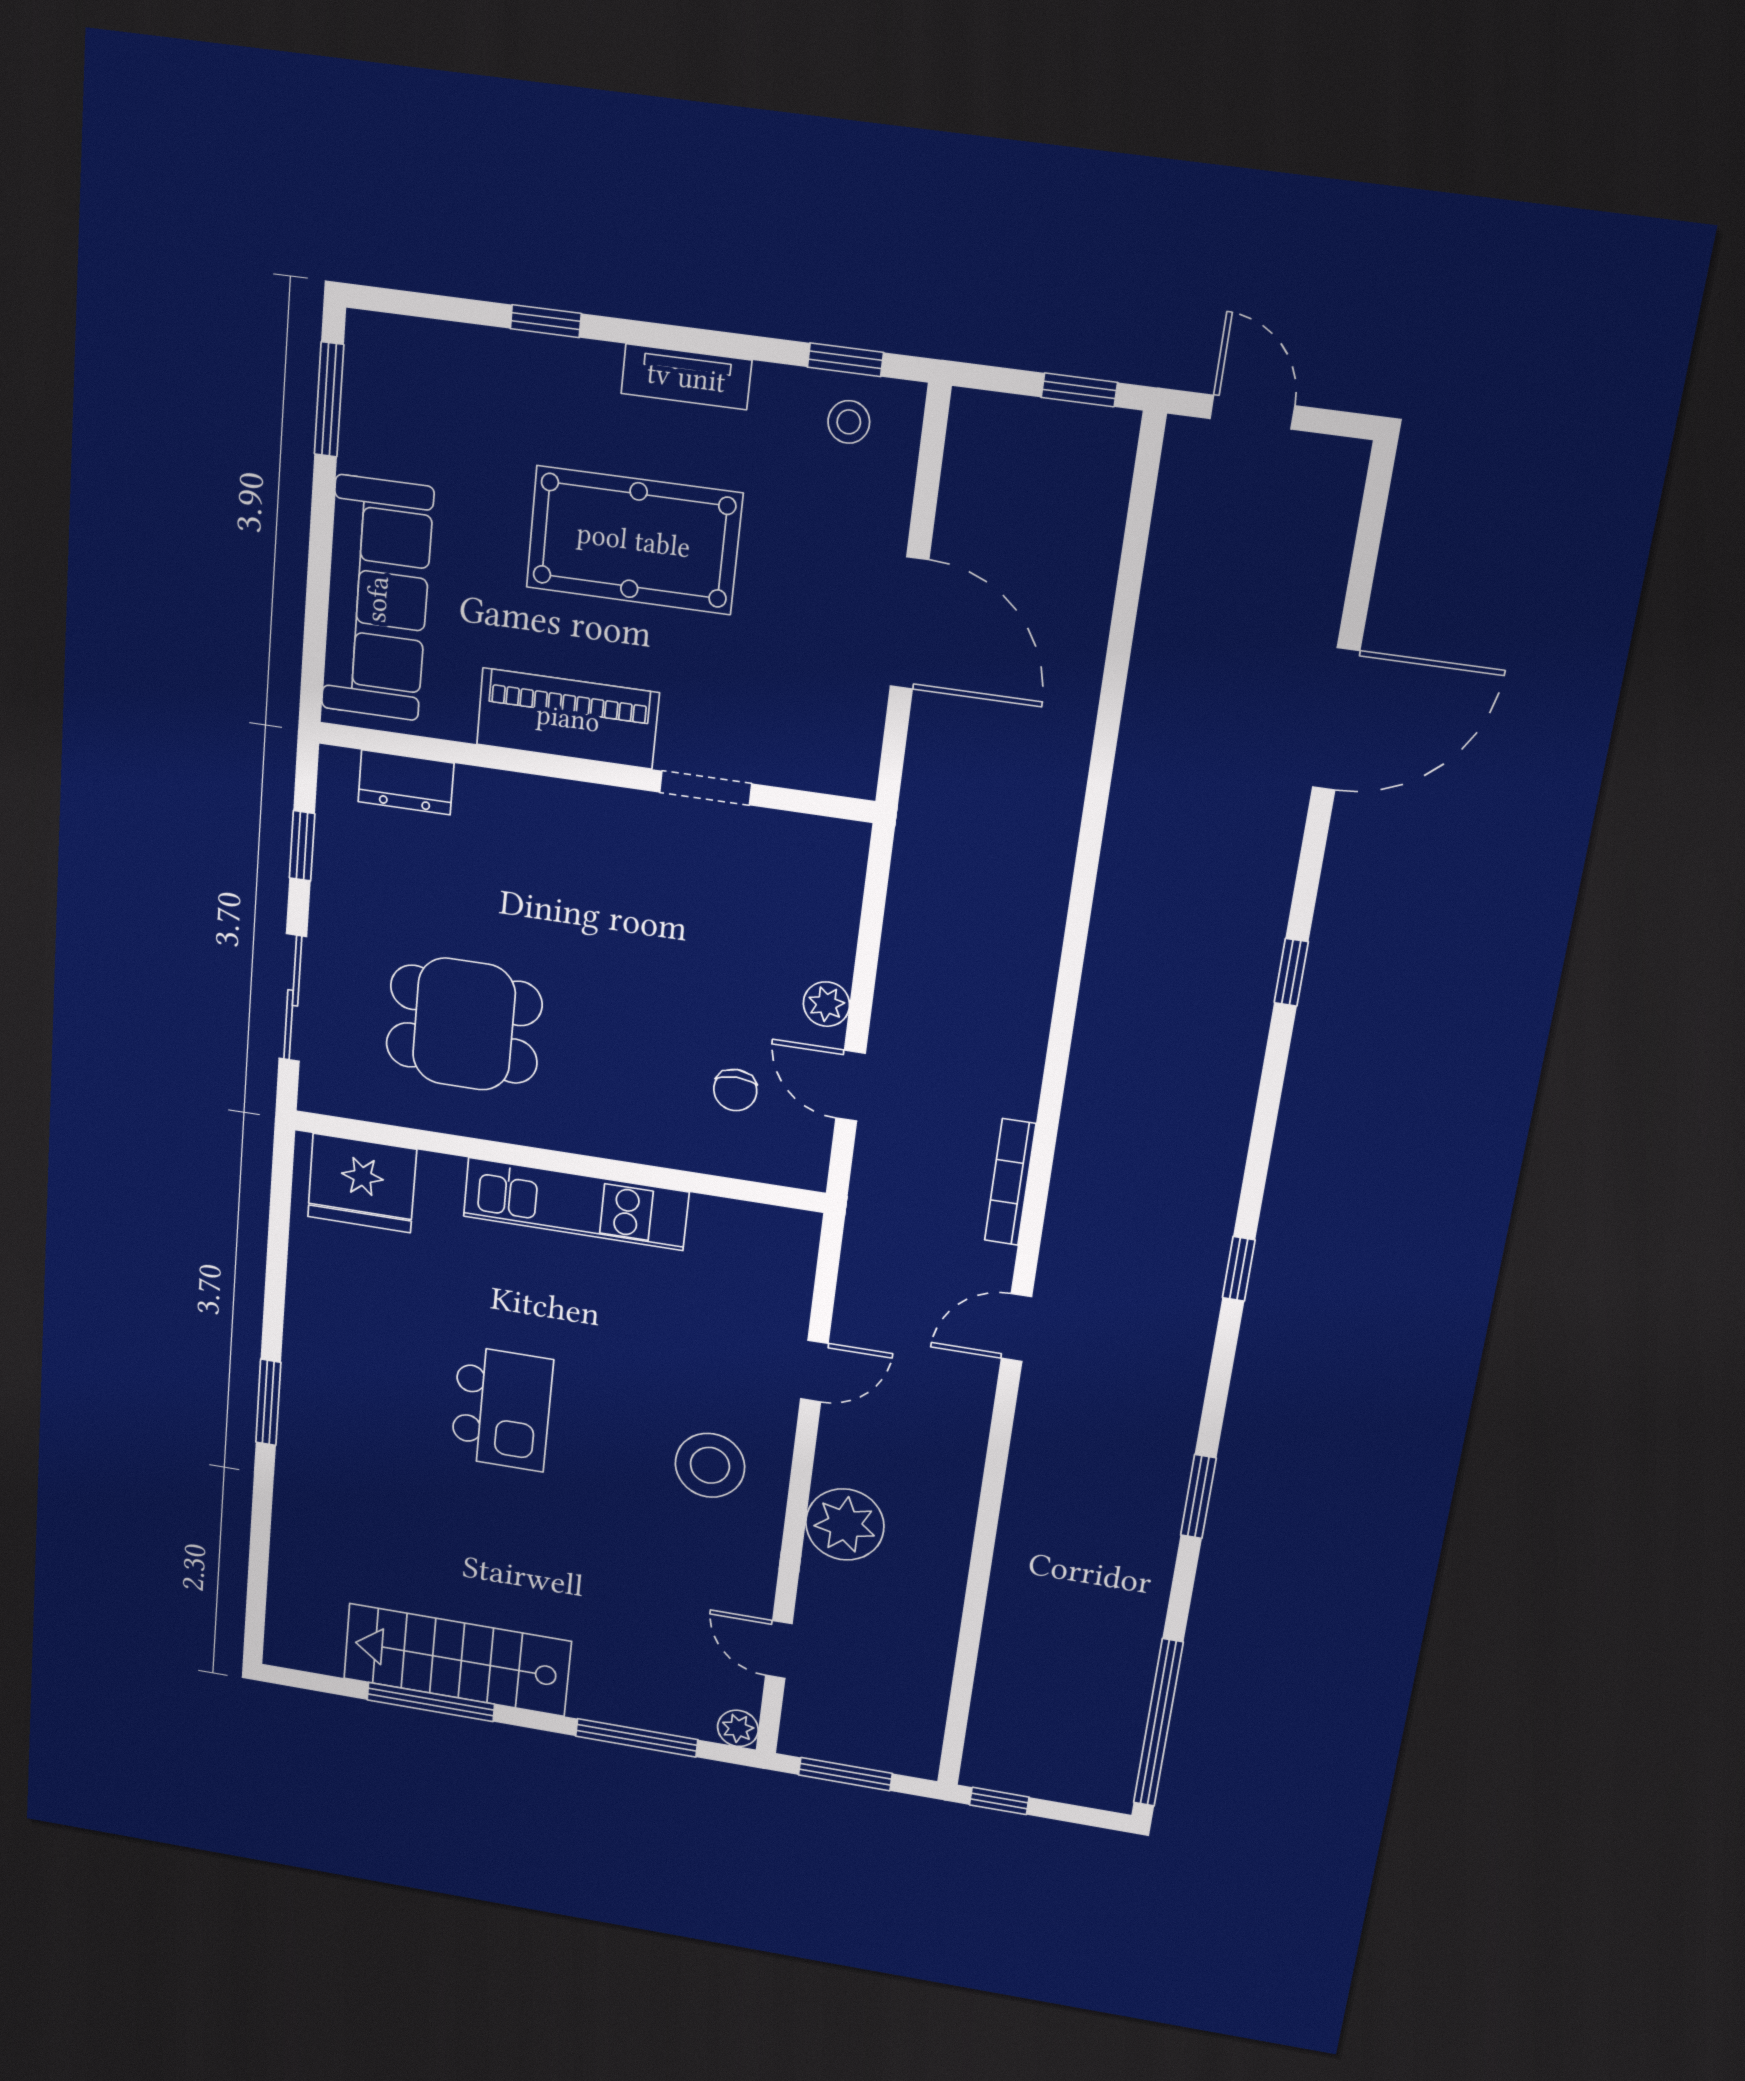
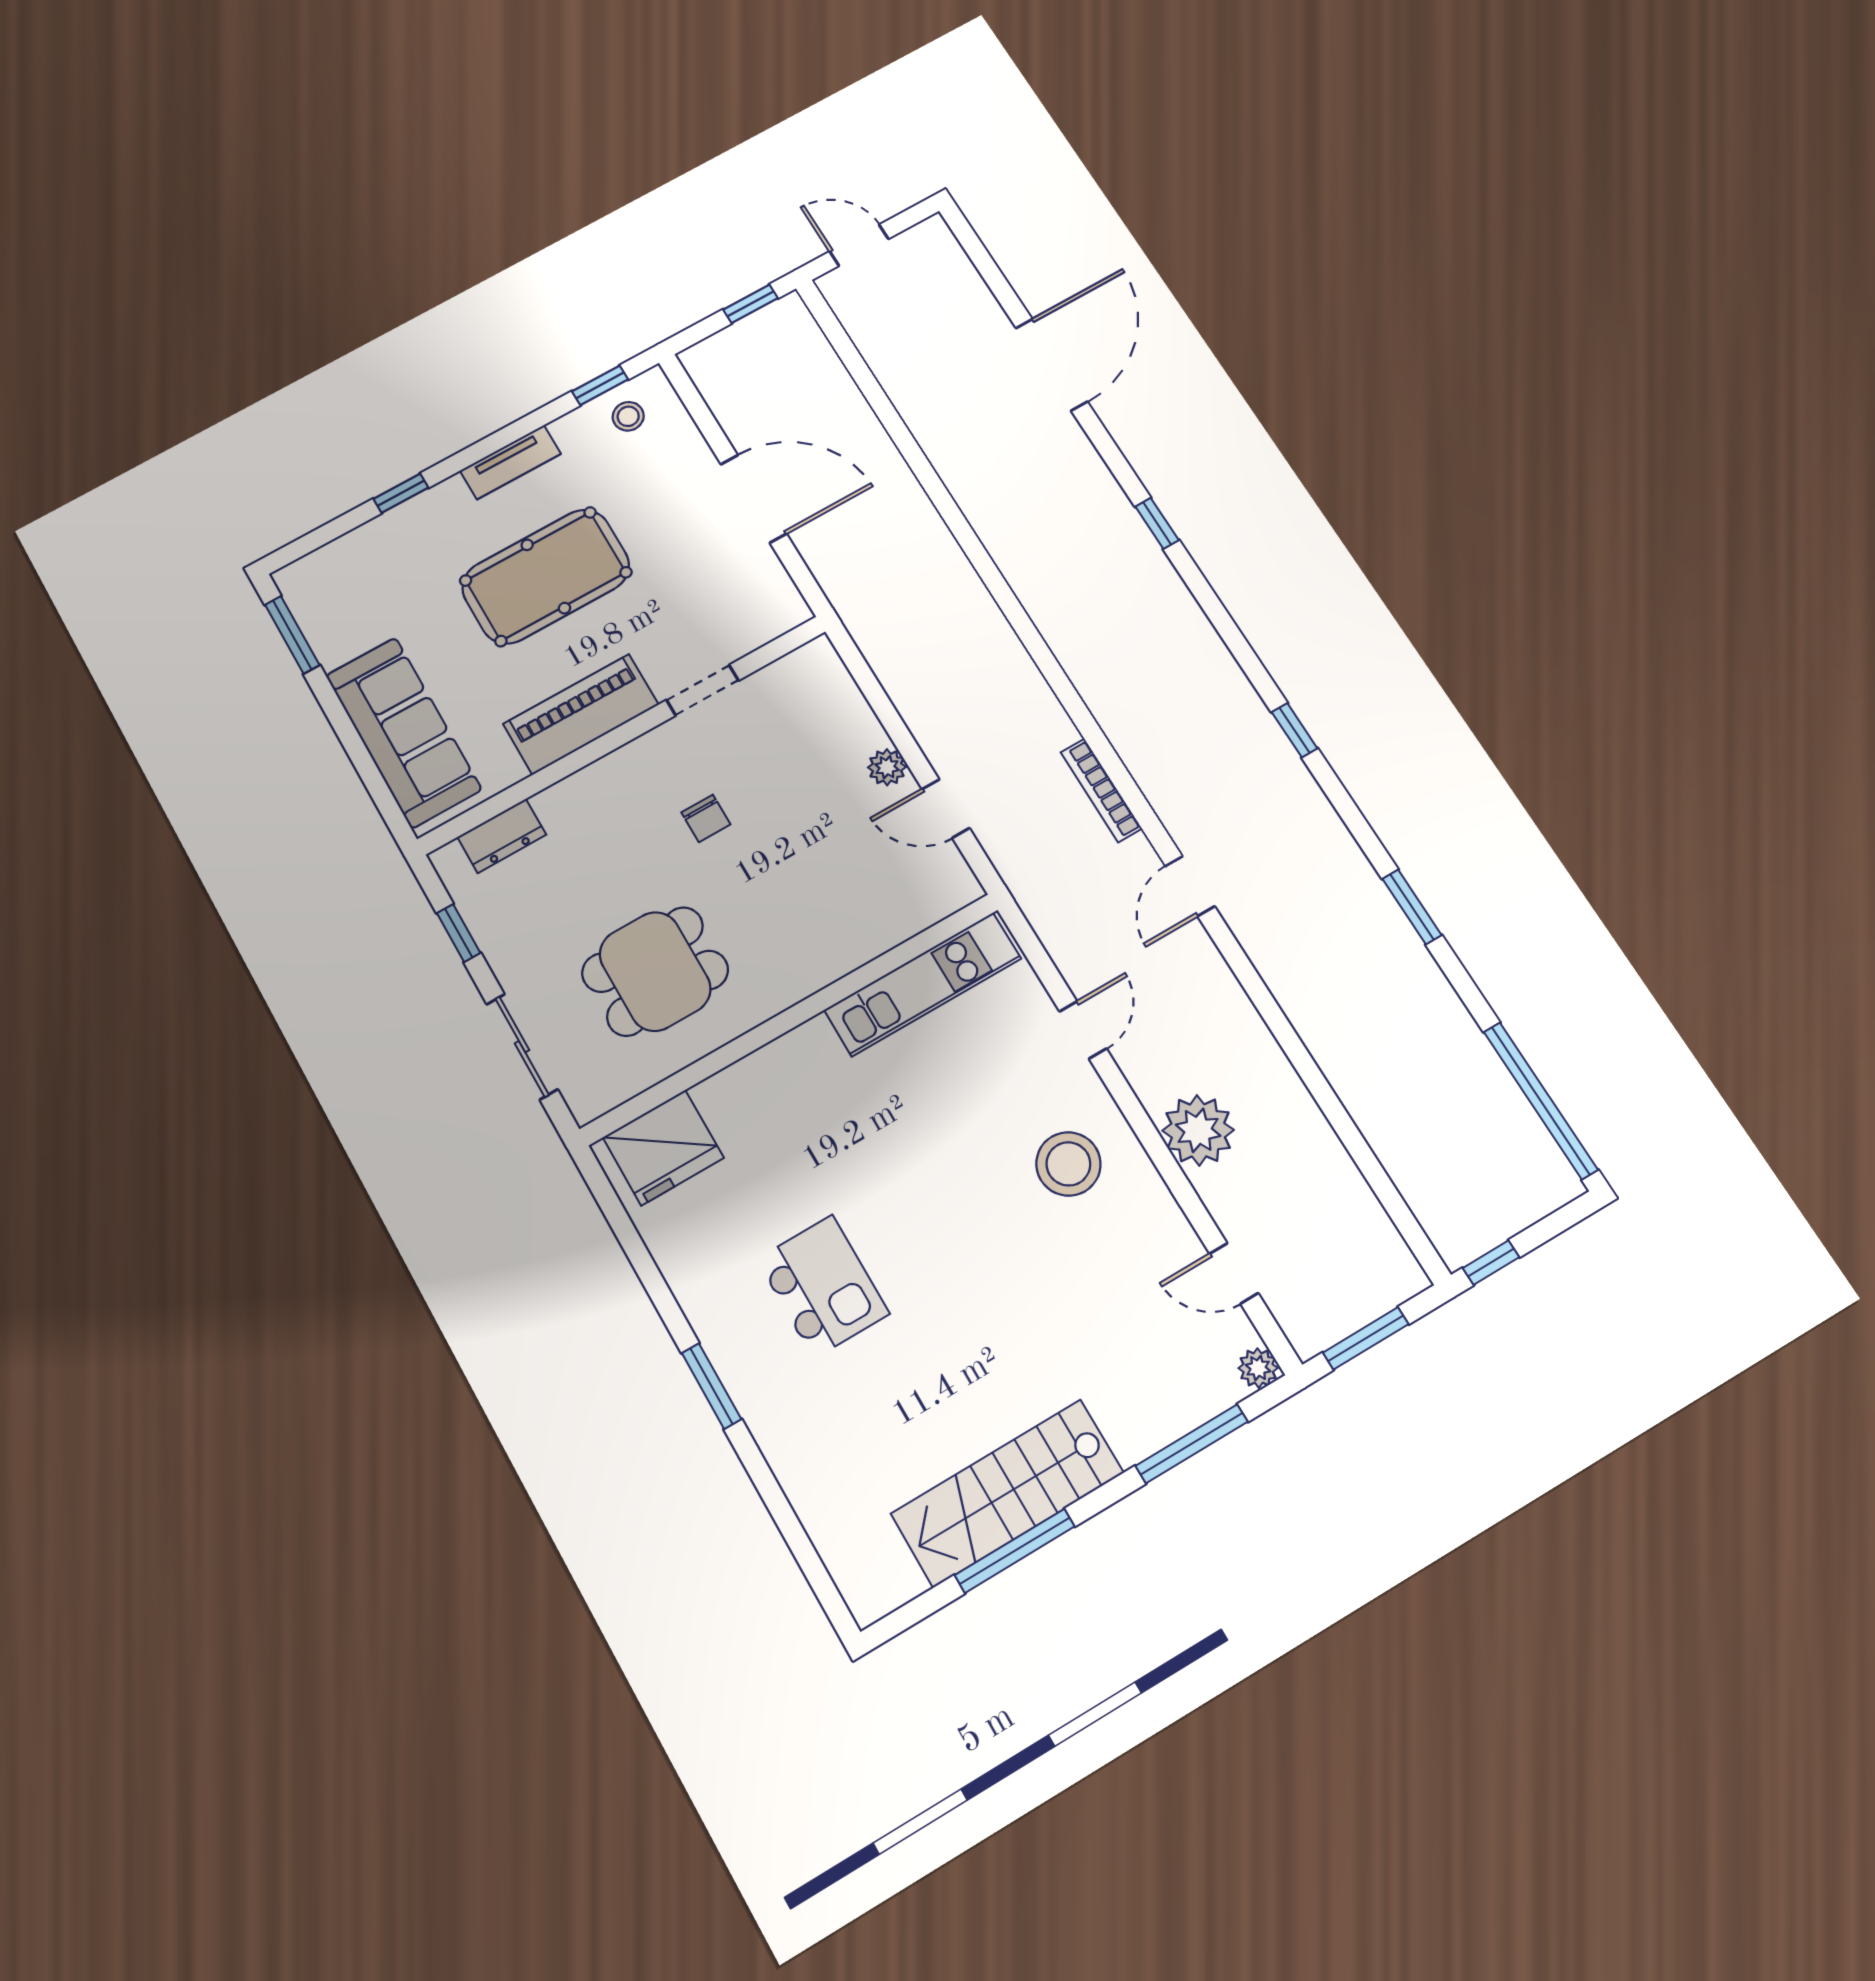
chair: (735, 1090) -> (706, 818), moved
kitchen unit: (576, 1204) -> (923, 984), moved
kitchen island: (502, 1409) -> (823, 1286), moved

